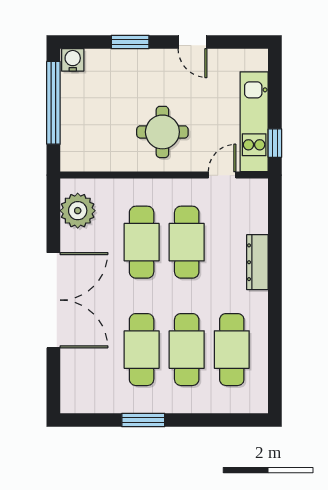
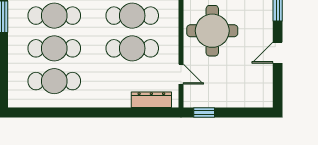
kitchen unit: (254, 122) -> (220, 97), removed
round table: (162, 132) -> (212, 31), width x1.36, depth x1.36
dresser: (257, 262) -> (151, 100), moved

